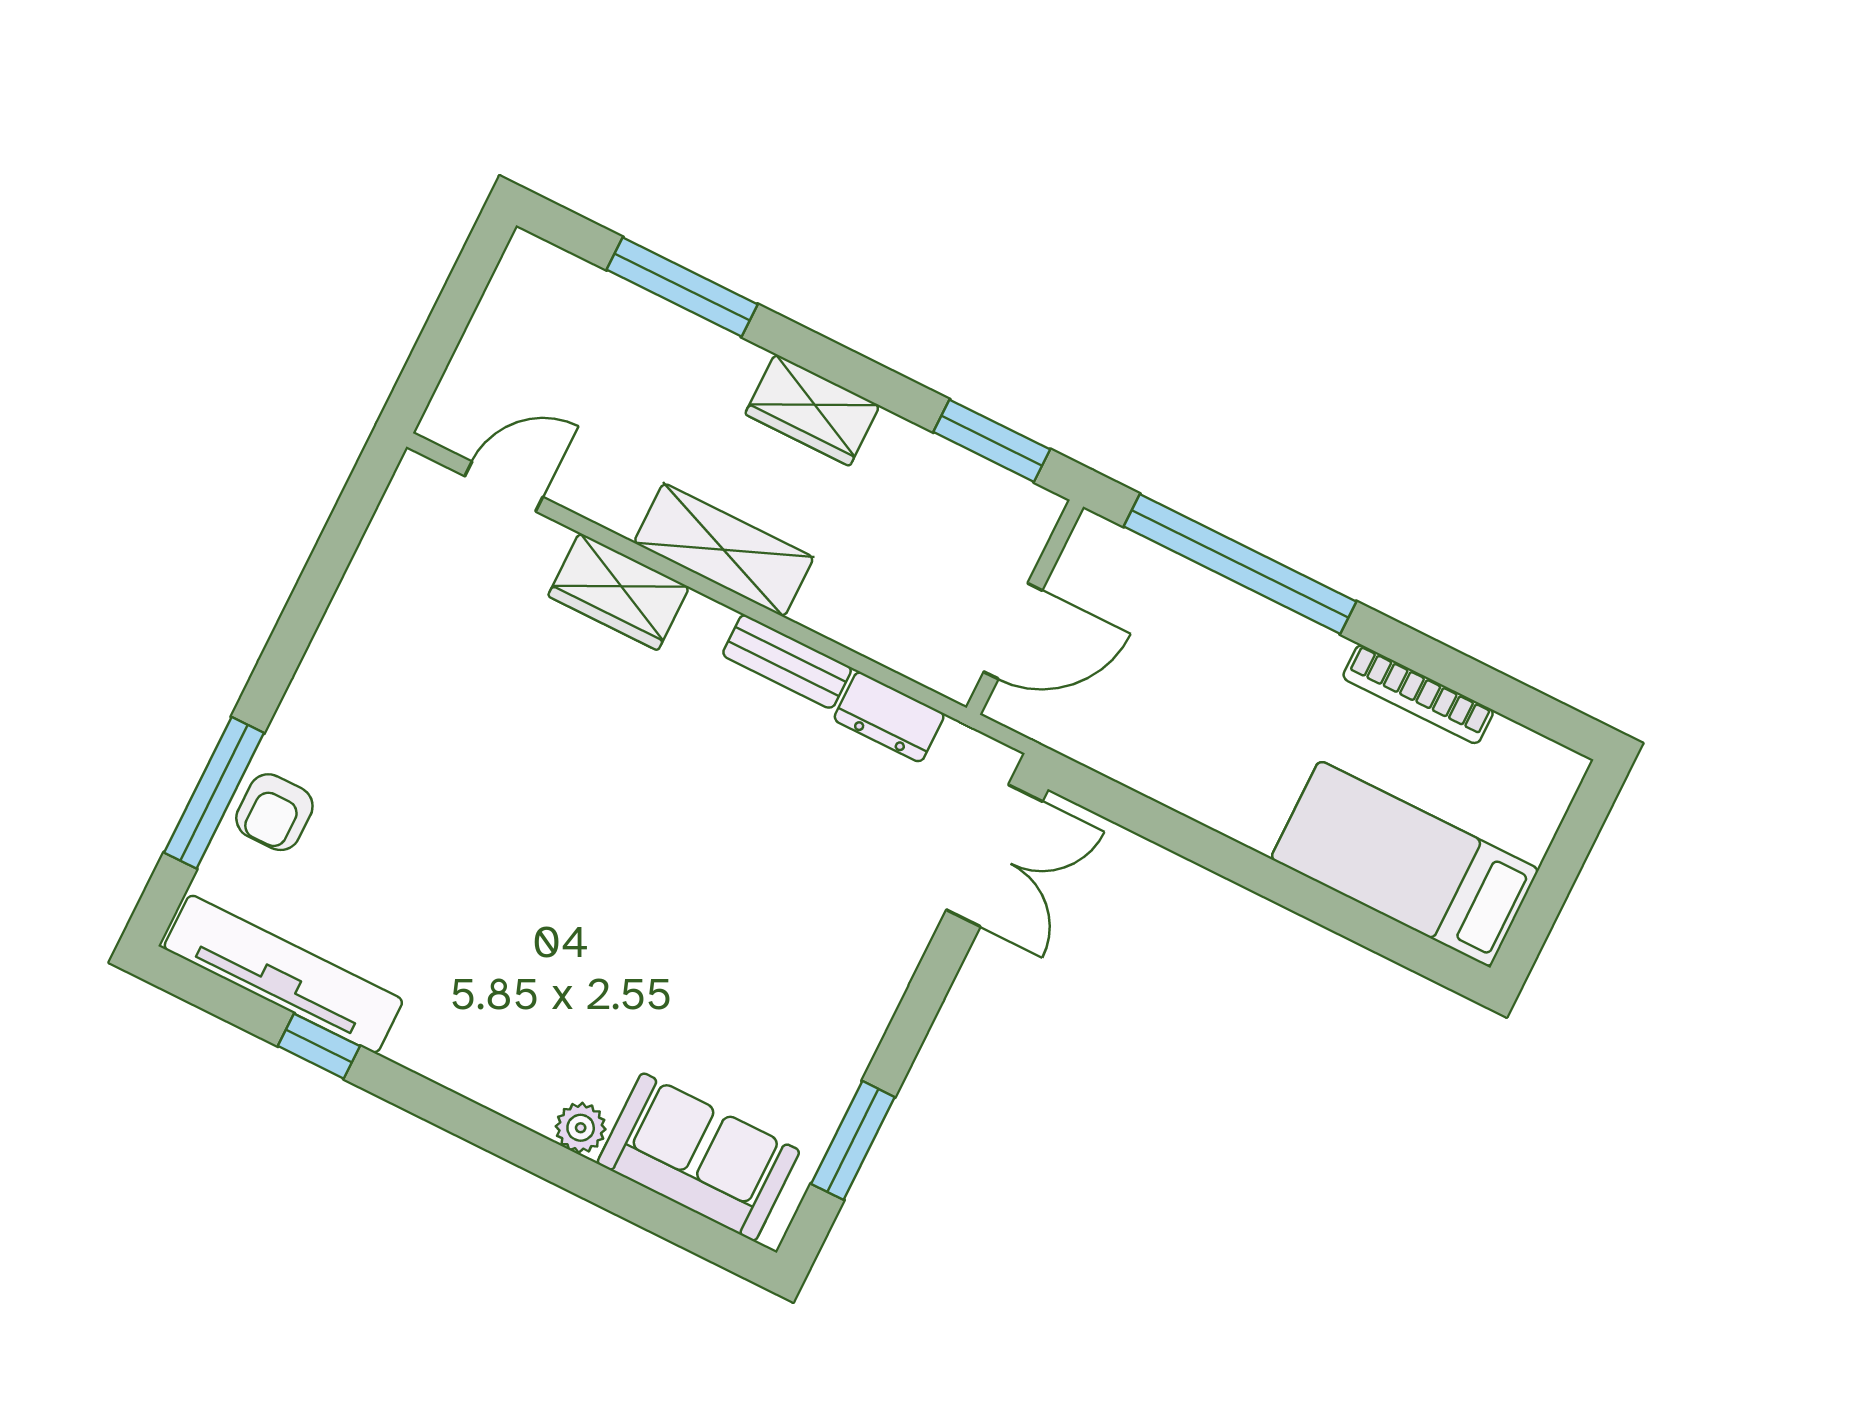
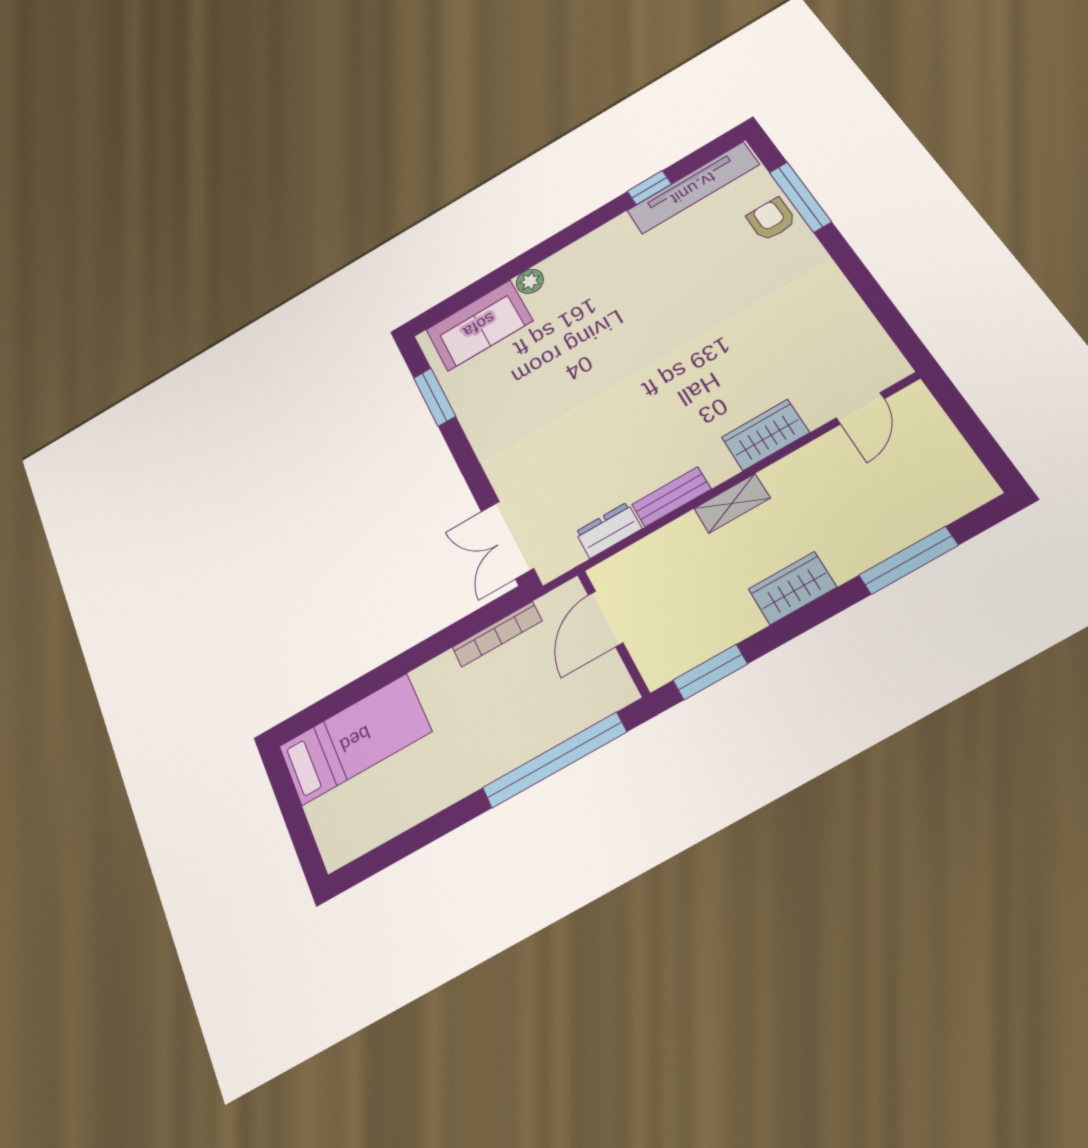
shelving: (724, 550) -> (732, 503), width x0.67, depth x0.75
bookcase: (1418, 694) -> (497, 634), moved, turned 180

